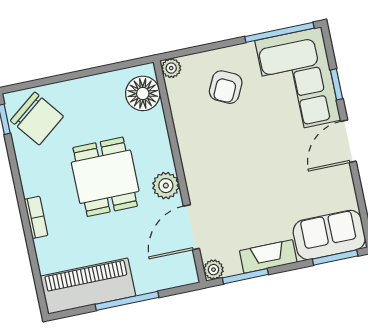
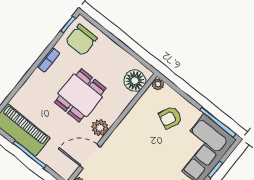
chair: (37, 118) -> (81, 40), turned 38
bookcase: (36, 217) -> (48, 60), moved

